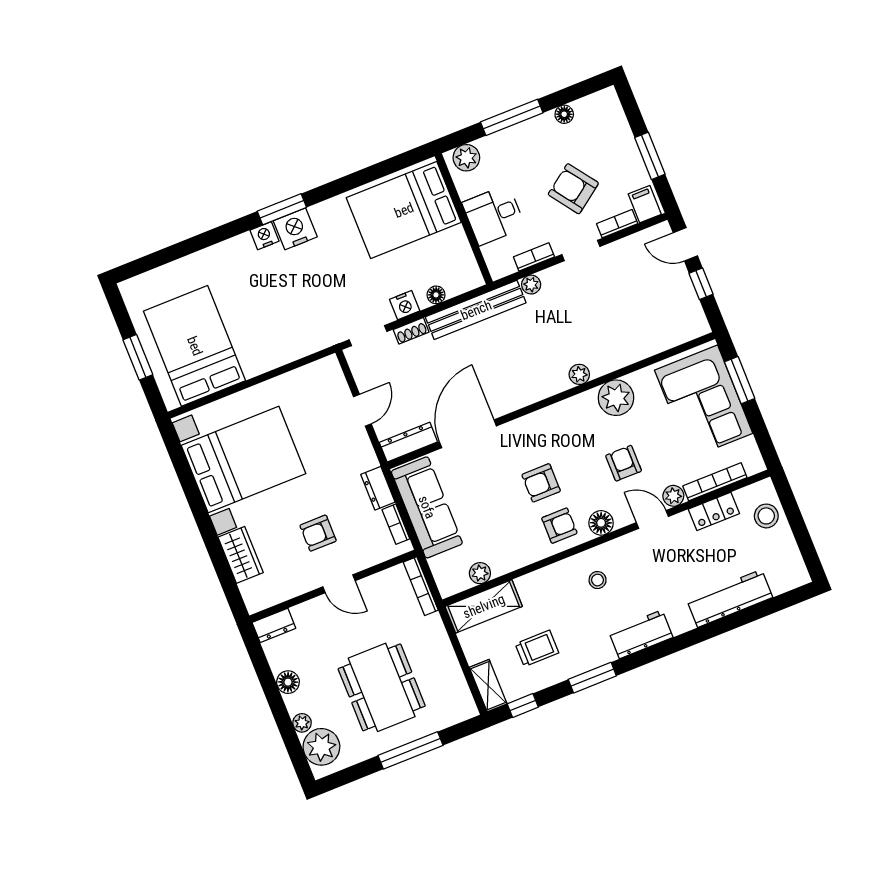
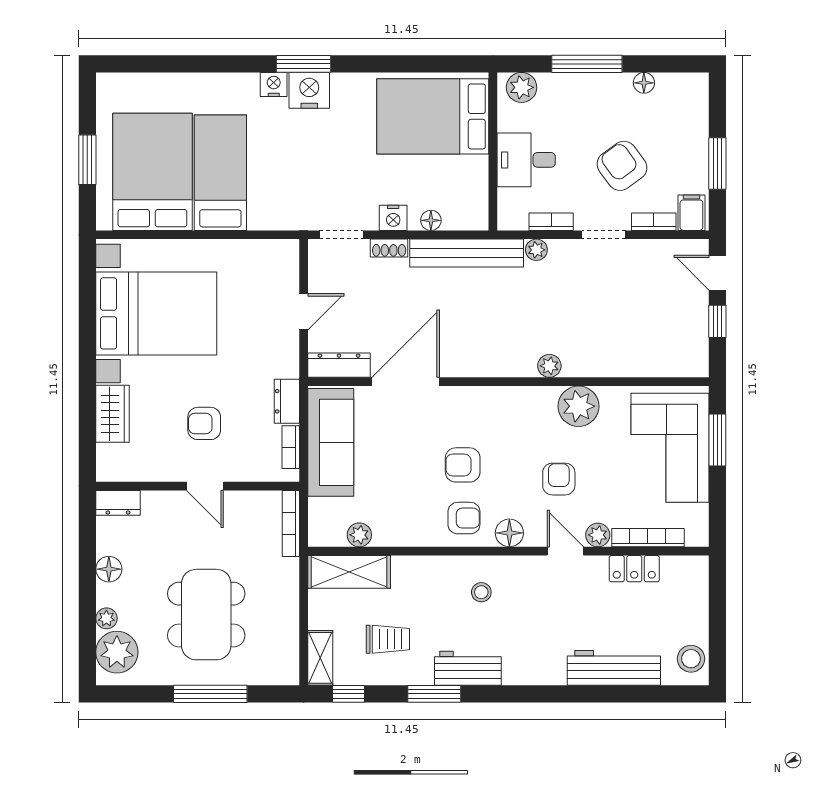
bed: (250, 324) -> (220, 173), added
stool: (766, 516) -> (691, 659), moved
workbench: (641, 634) -> (468, 668), moved

